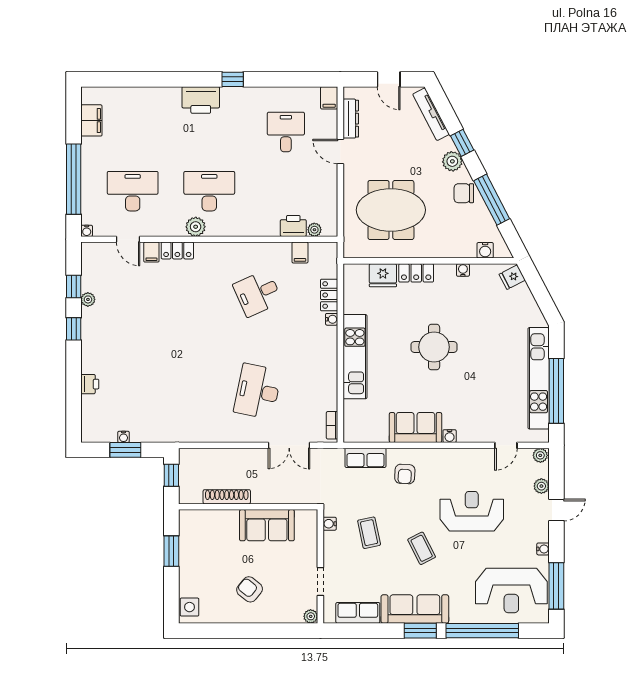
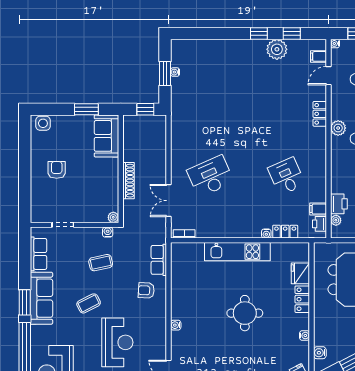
filing cabinet: (151, 252) -> (318, 56), moved
plant: (88, 299) -> (277, 49), width x1.87, depth x1.87
printer: (90, 384) -> (319, 224), moved, turned 90
desk: (258, 391) -> (210, 176), turned -36
sofa: (415, 428) -> (182, 299), removed
shoe rack: (227, 497) -> (129, 181), moved
sofa: (267, 525) -> (106, 136), moved
armchair: (250, 589) -> (57, 170), turned -39
plant: (311, 616) -> (113, 217), moved

